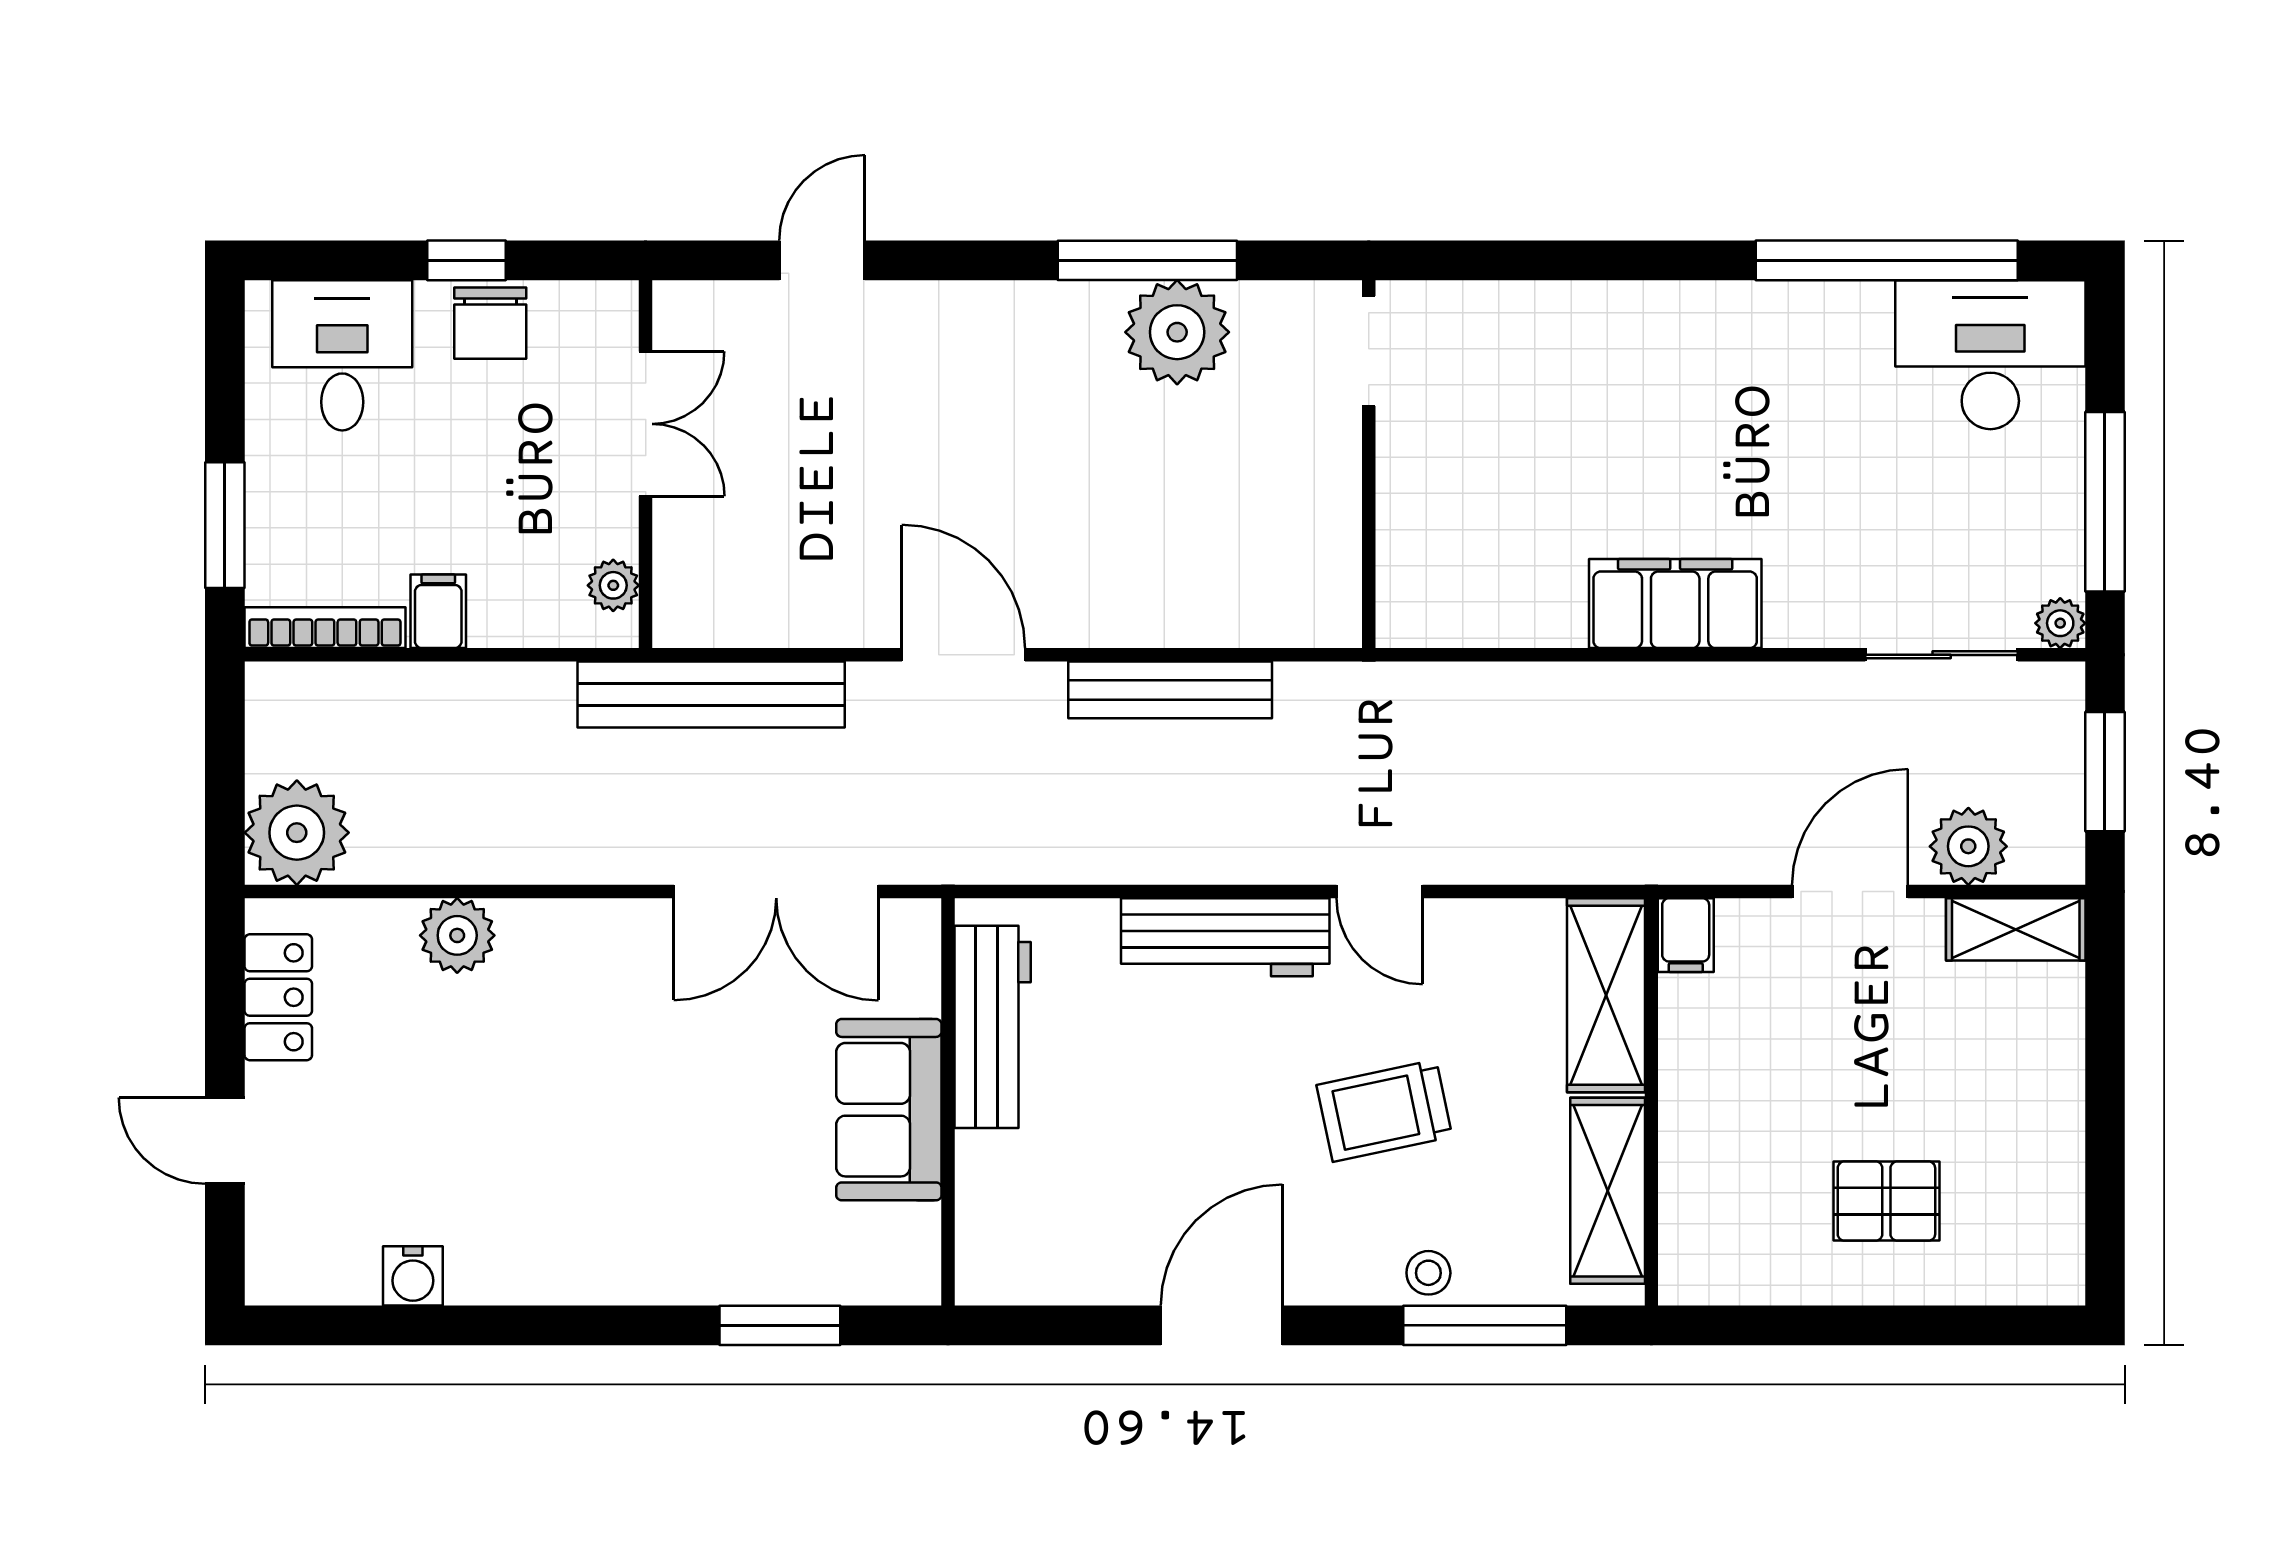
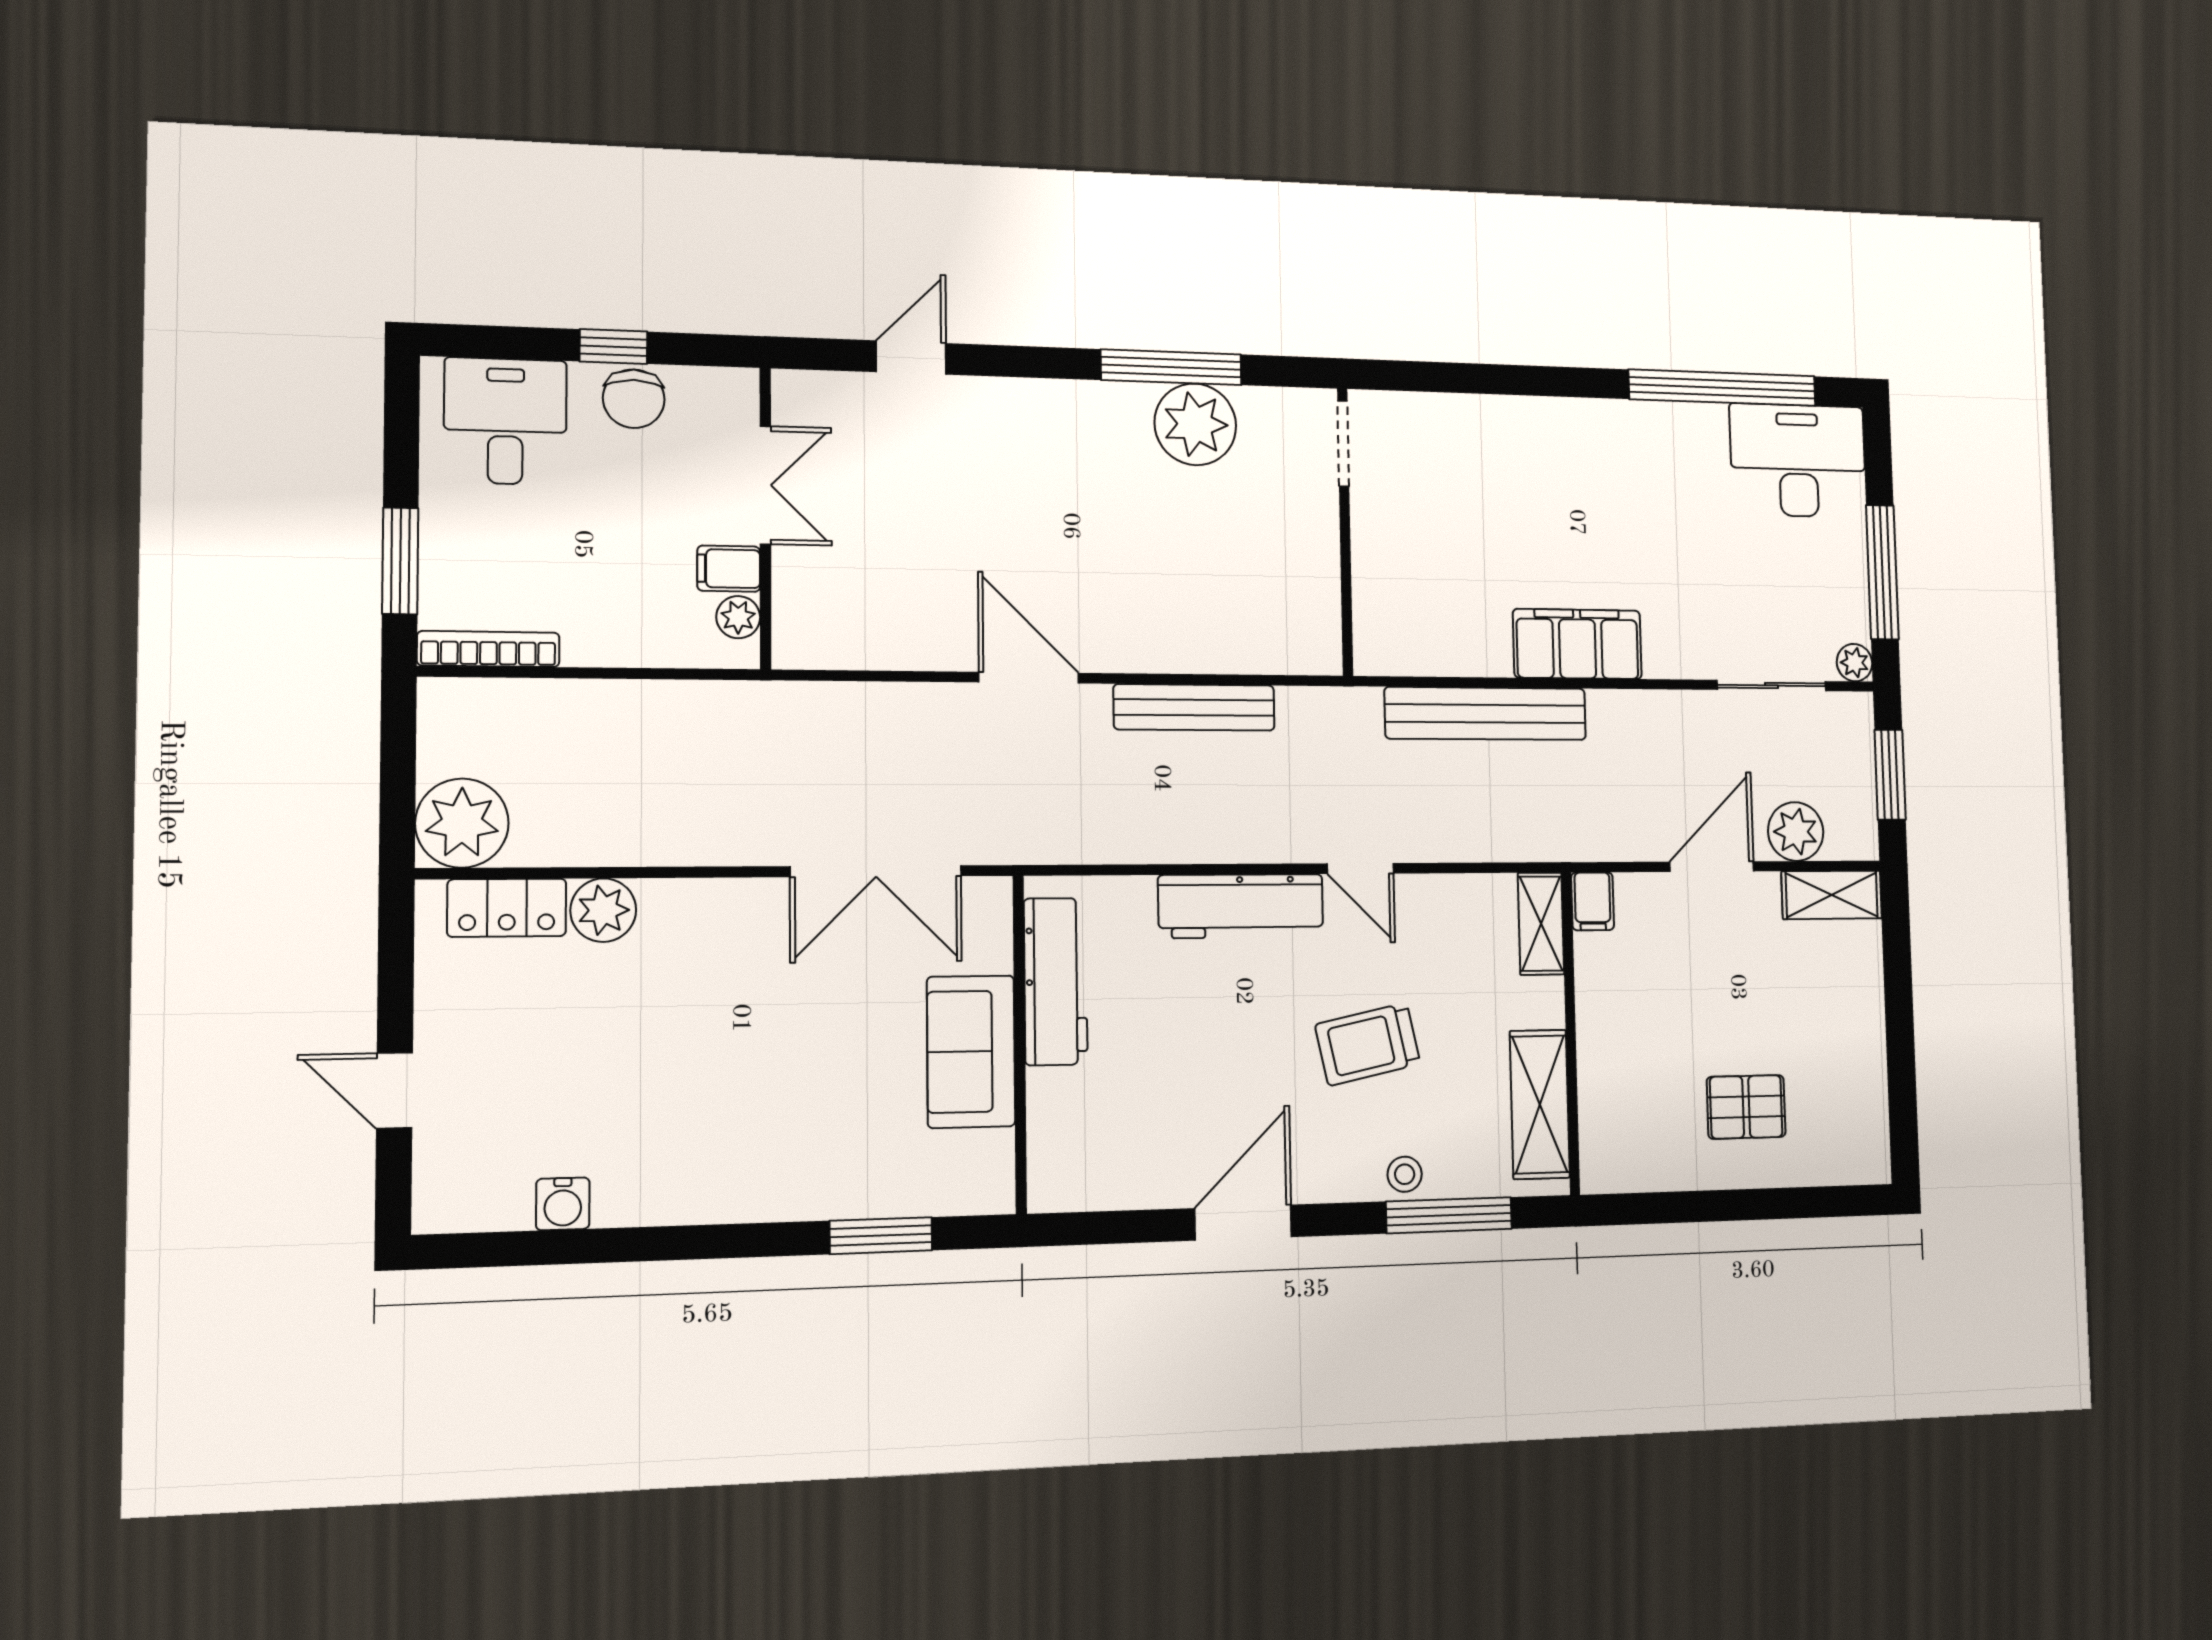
filing cabinet: (438, 611) -> (729, 569), moved, turned -90
bench: (711, 695) -> (1486, 713), moved
shelving: (1606, 995) -> (1541, 924), width x0.67, depth x0.75
locker: (278, 997) -> (507, 908), moved, turned 90

